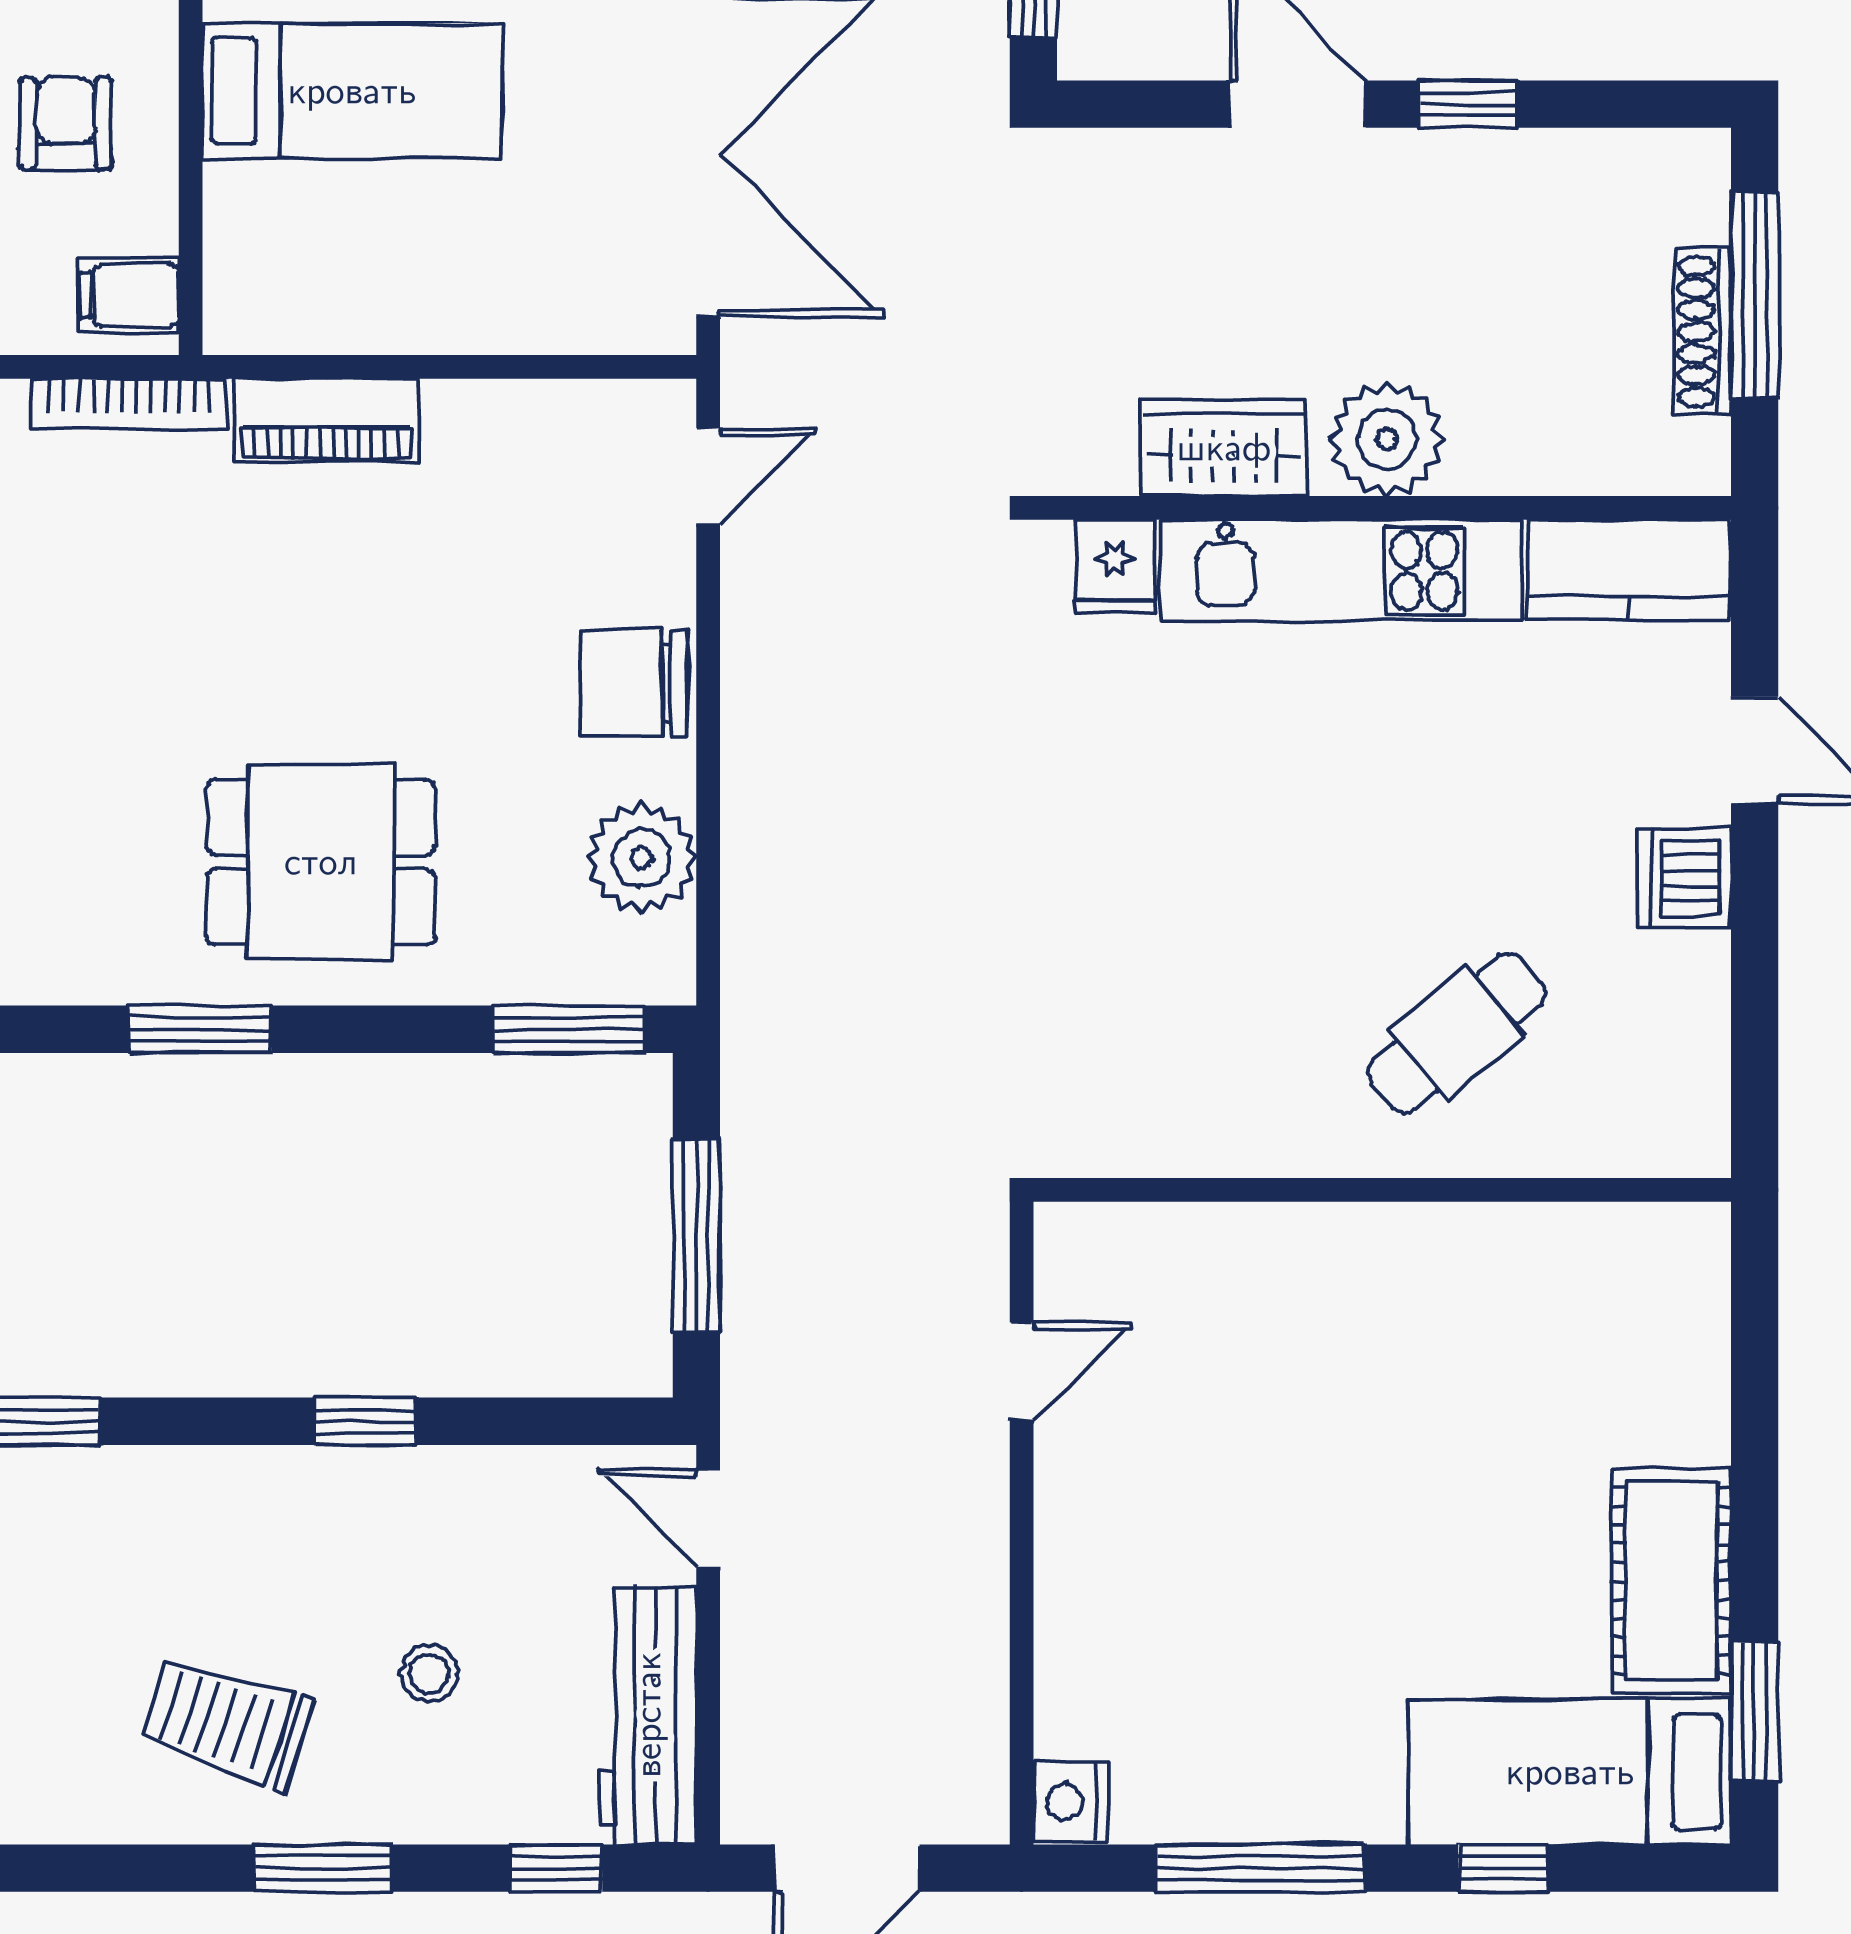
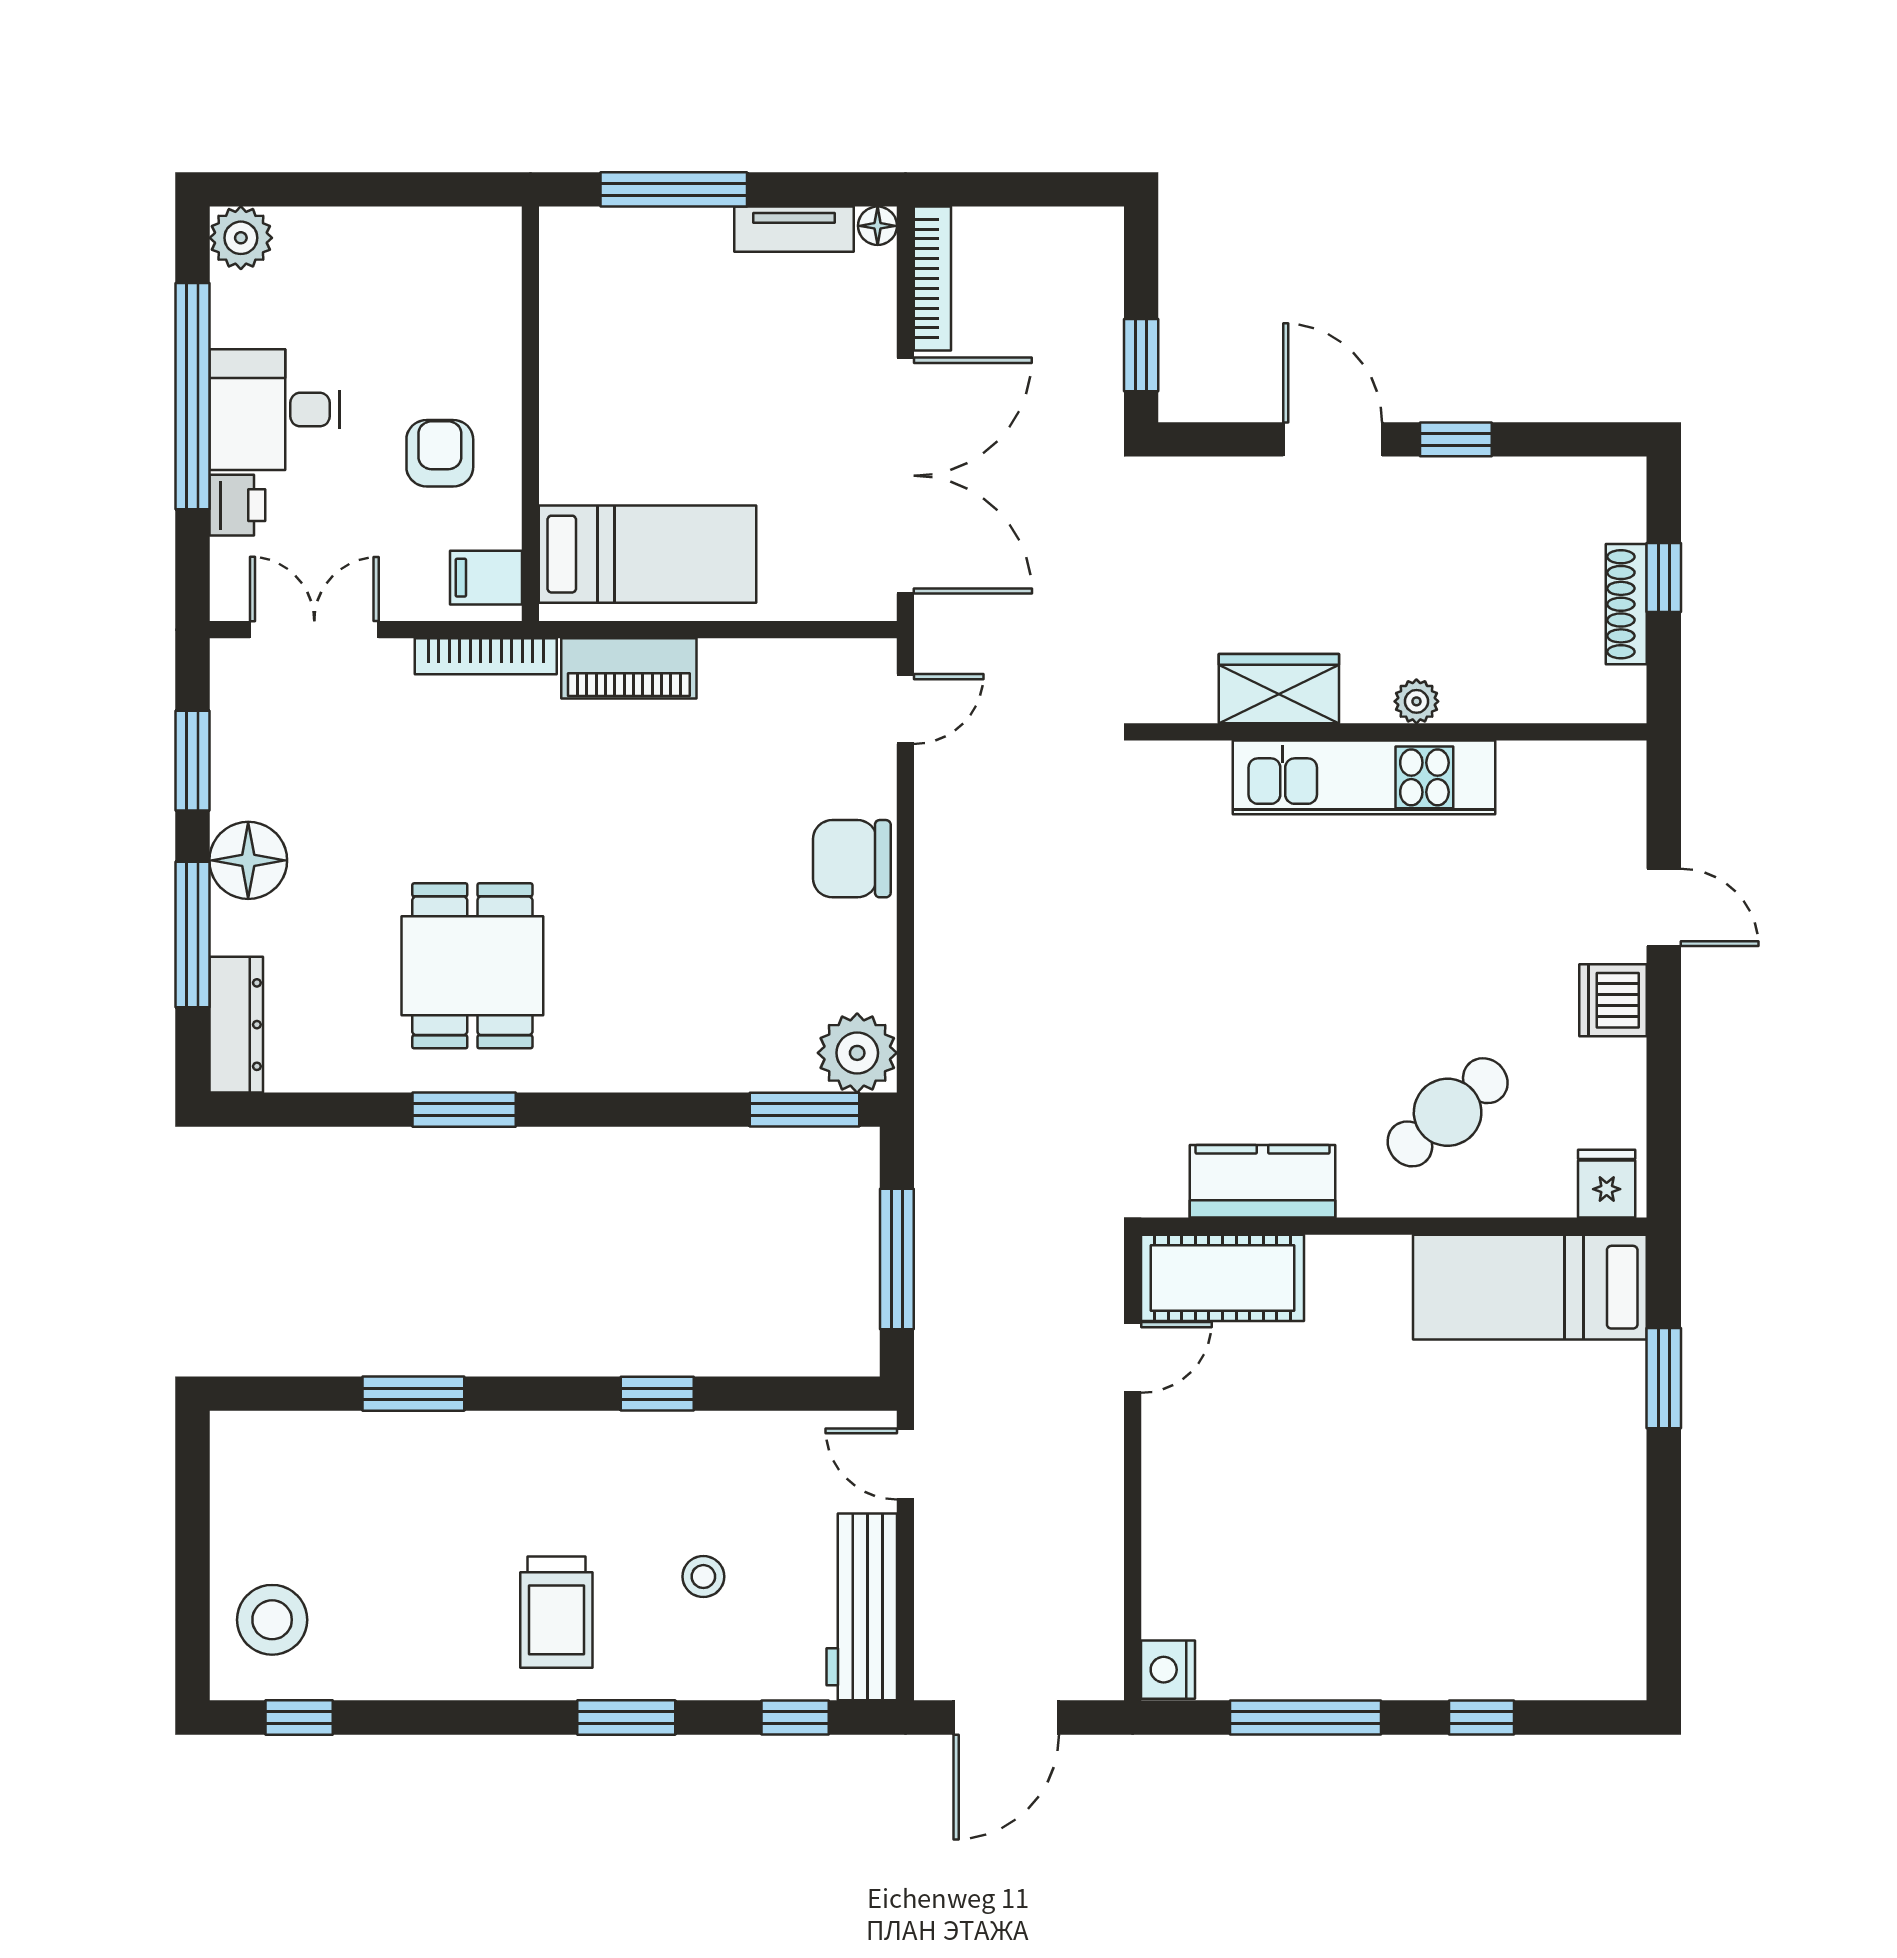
bed: (352, 91) -> (648, 554), moved
window: (1755, 295) -> (1664, 577), width x0.46
plant: (1387, 439) -> (1416, 701), width x0.53, depth x0.53
fridge: (1114, 567) -> (1607, 1184), moved, turned 180
kitchen counter: (1629, 570) -> (1262, 1181), moved, turned 180
plant: (642, 858) -> (857, 1053), moved
dining table: (321, 862) -> (472, 966), moved, turned 90
window: (200, 1029) -> (464, 1110), moved
cot: (1671, 1581) -> (1223, 1278), moved, turned 90
window: (1755, 1712) -> (1664, 1378), moved
trolley: (227, 1723) -> (556, 1612), turned -108
bed: (1570, 1772) -> (1530, 1287), moved

